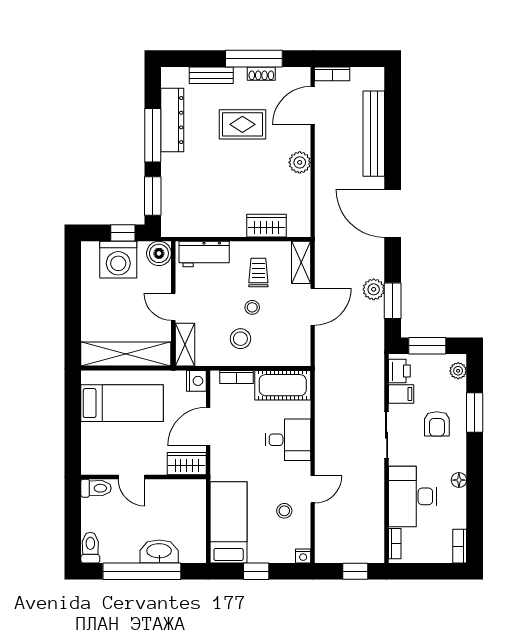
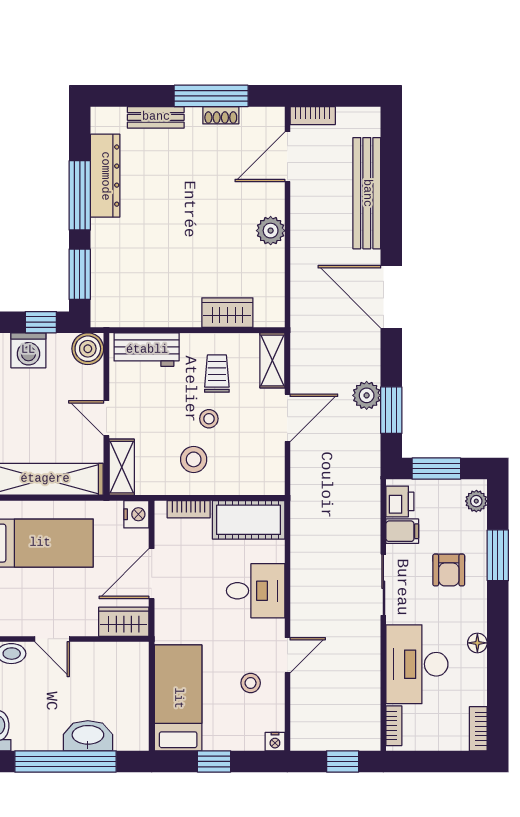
rug: (242, 124) -> (196, 181), removed
washing machine: (118, 260) -> (28, 350), width x0.73, depth x0.73

